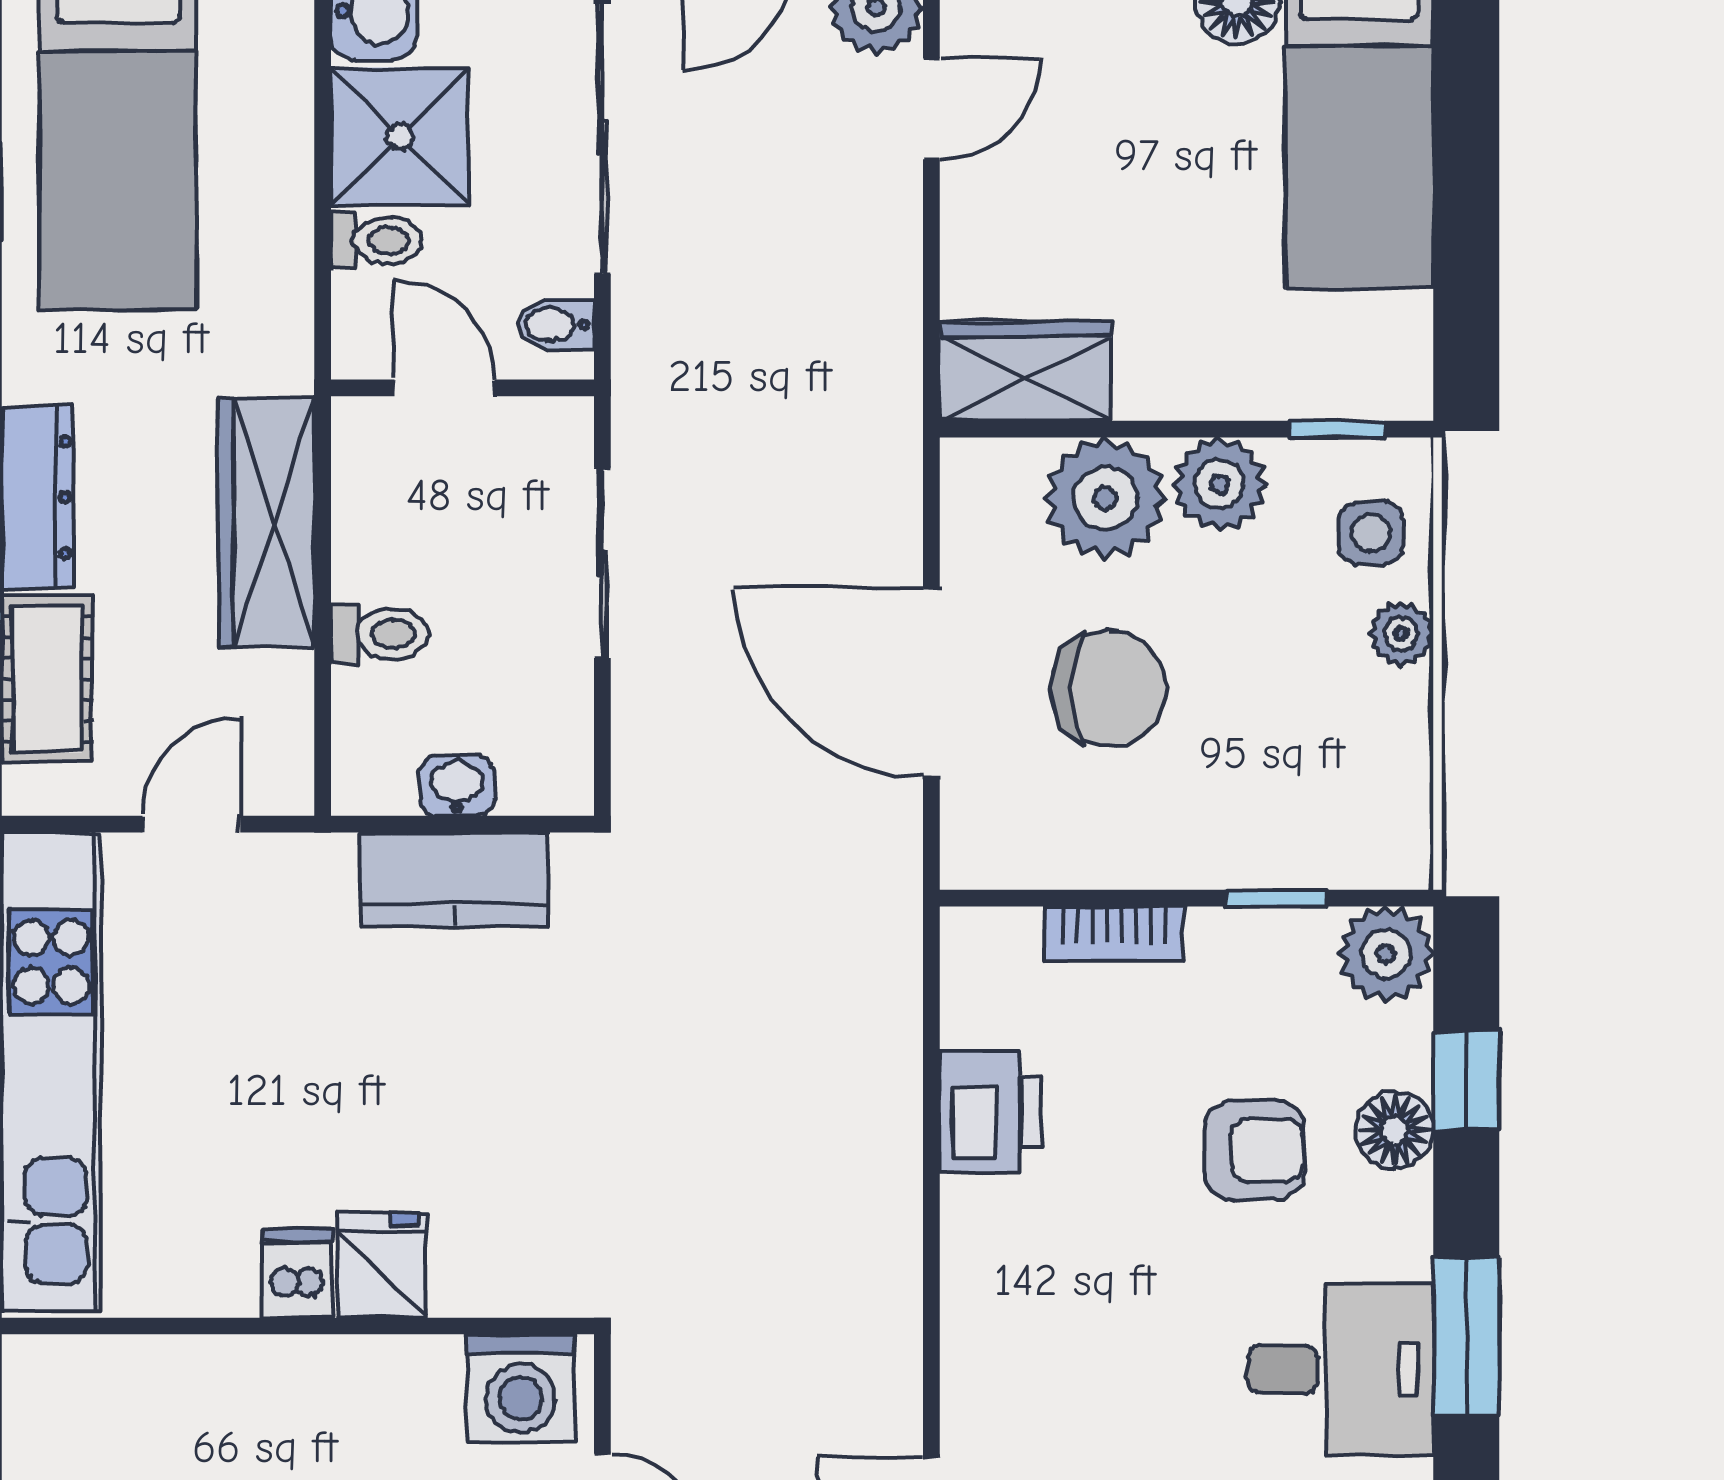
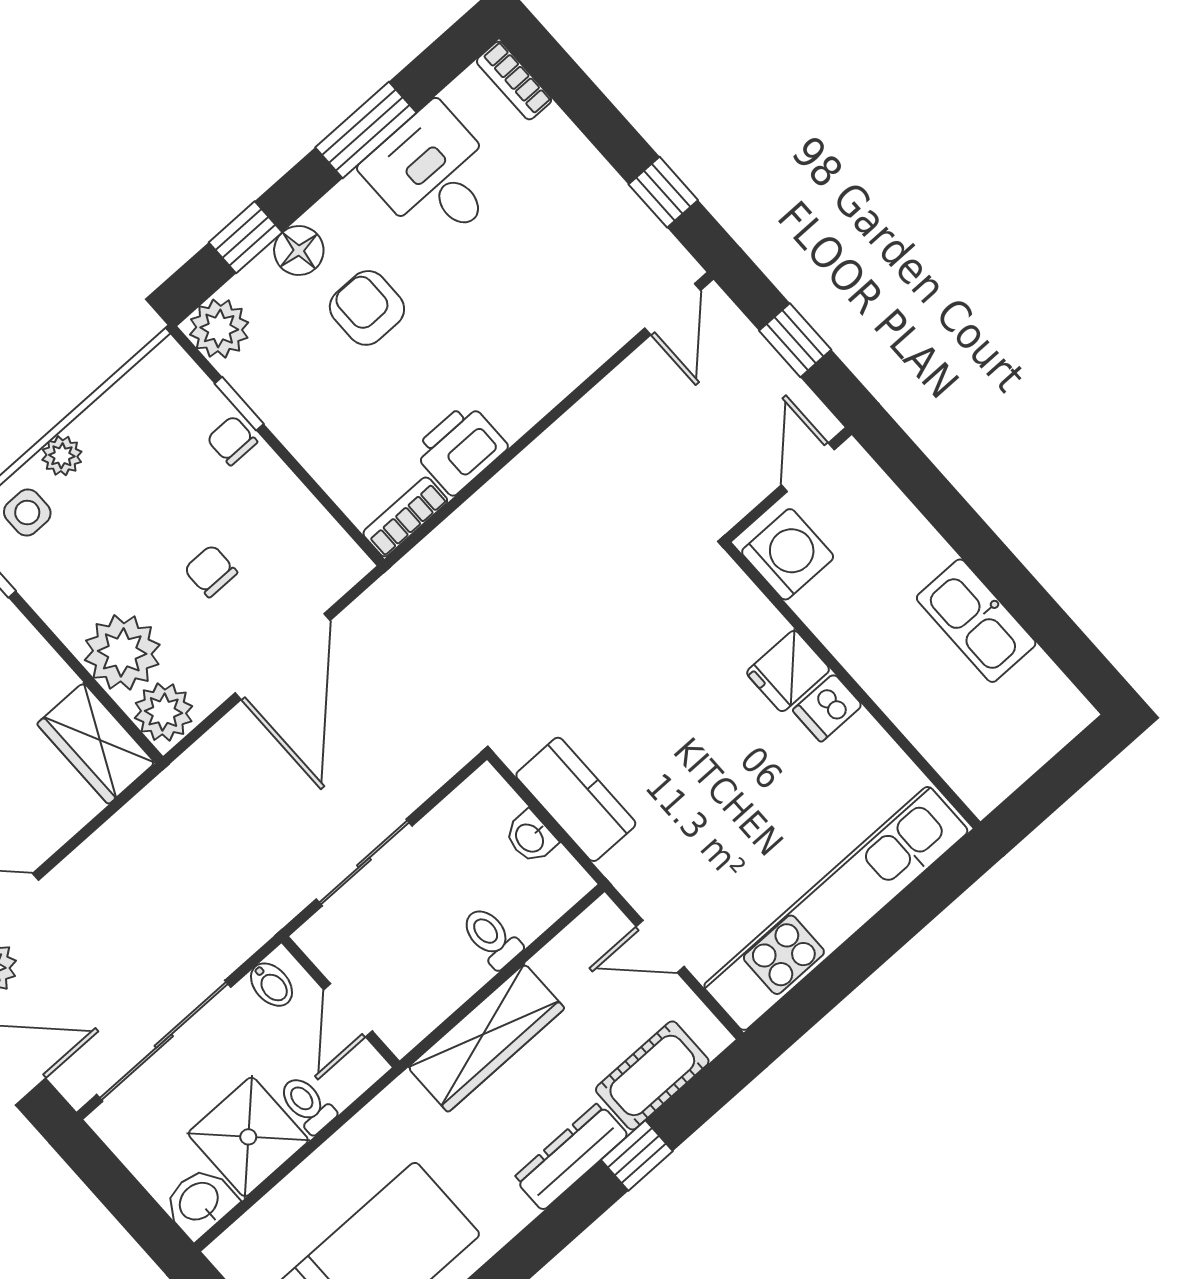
plant: (1219, 484) -> (164, 712), moved
chair: (1108, 688) -> (211, 571), width x0.54, depth x0.54
chair: (1240, 851) -> (232, 440), added
bookcase: (1114, 934) -> (405, 517), moved, turned -90

